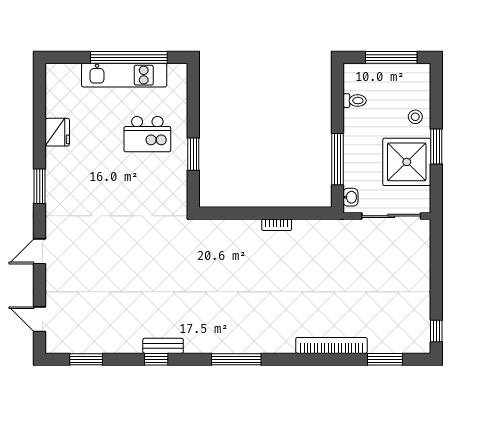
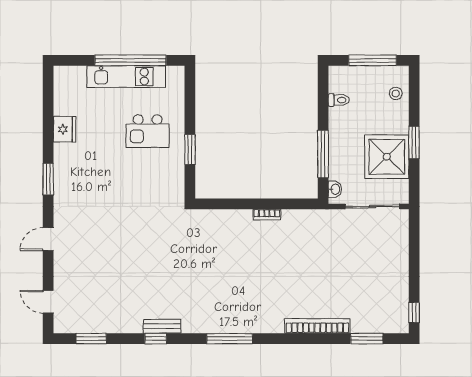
stool: (415, 117) -> (396, 93), moved

